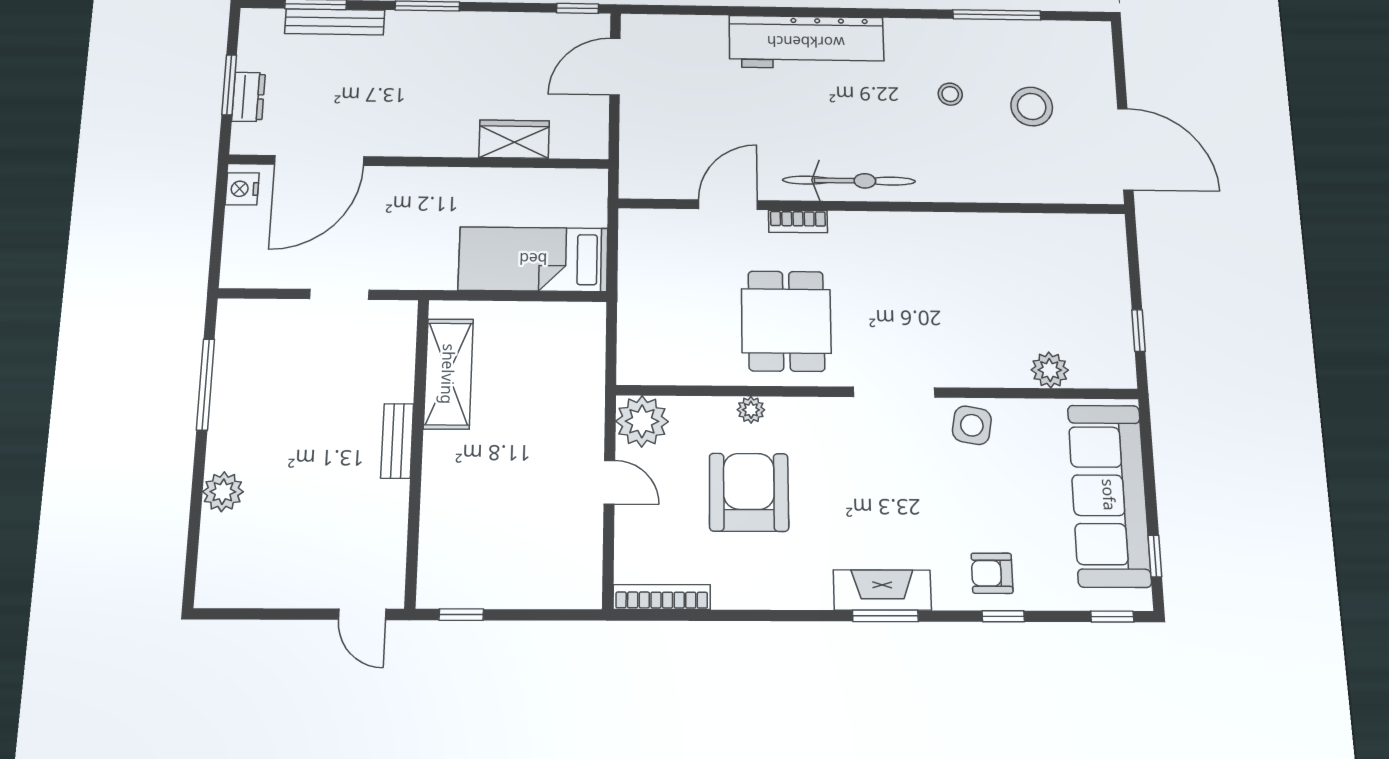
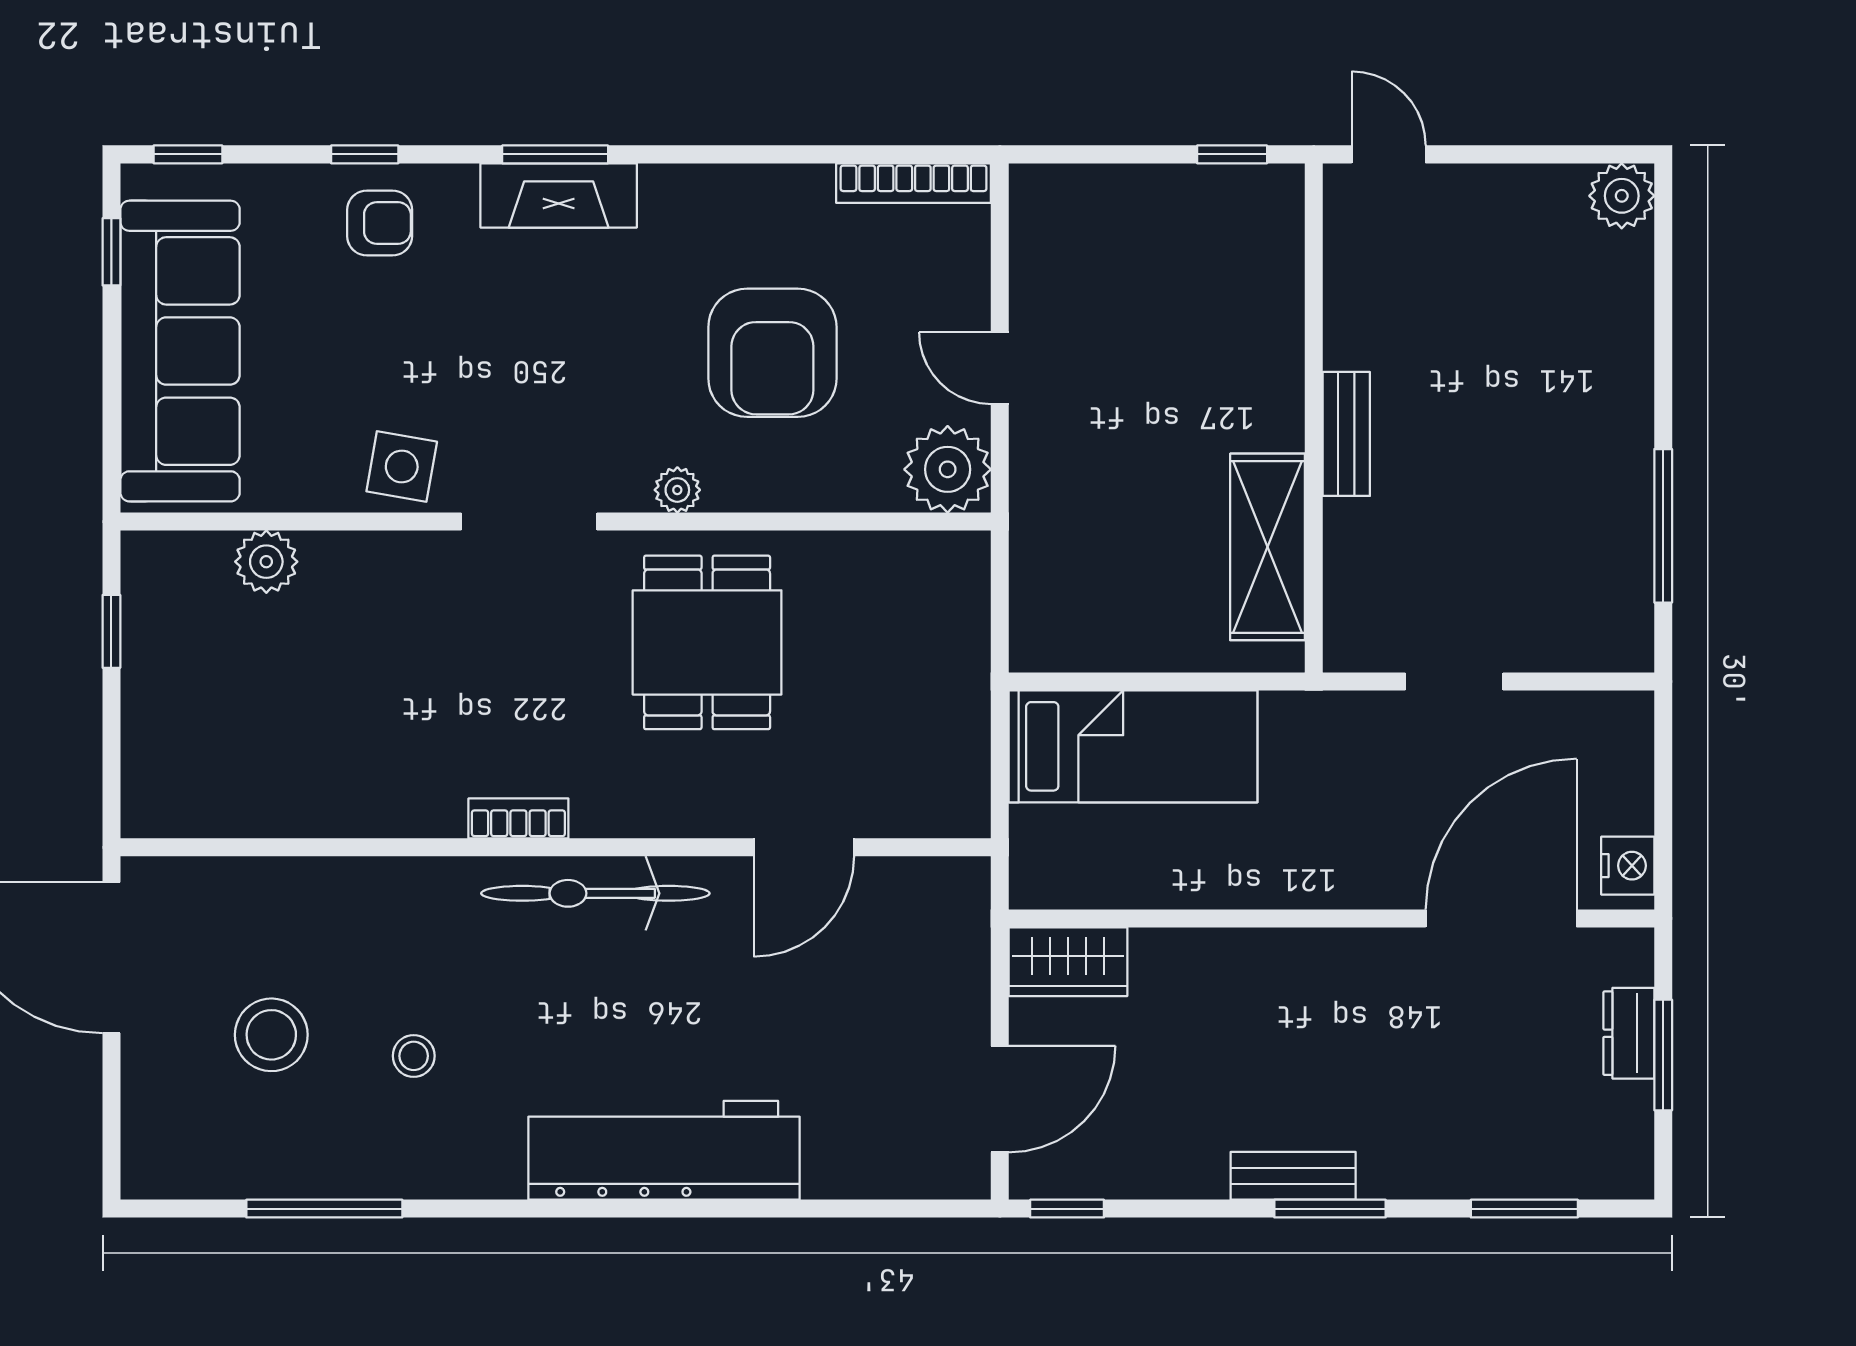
bench: (335, 22) -> (1293, 1176), moved, width x0.73
wardrobe: (514, 139) -> (1068, 962), moved
bookcase: (798, 221) -> (518, 818), moved
plant: (751, 410) -> (677, 490), moved
plant: (223, 492) -> (1622, 196), moved

